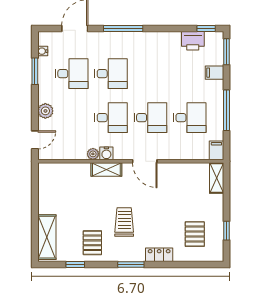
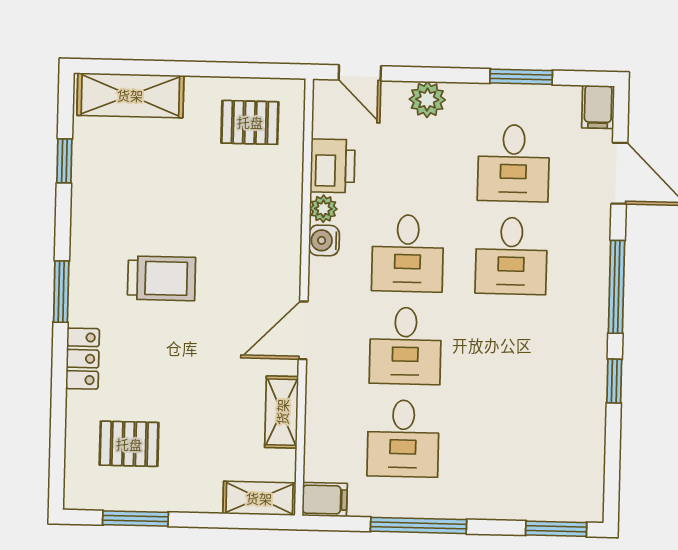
window: (206, 29) -> (614, 381), moved
printer: (193, 41) -> (333, 166), moved, turned 180
water cooler: (43, 51) -> (568, 96), removed
filing cabinet: (215, 73) -> (598, 107), moved, turned 180
shelving: (106, 170) -> (282, 412), moved
window: (226, 231) -> (135, 518), width x1.50
pallet: (92, 243) -> (250, 122), moved

